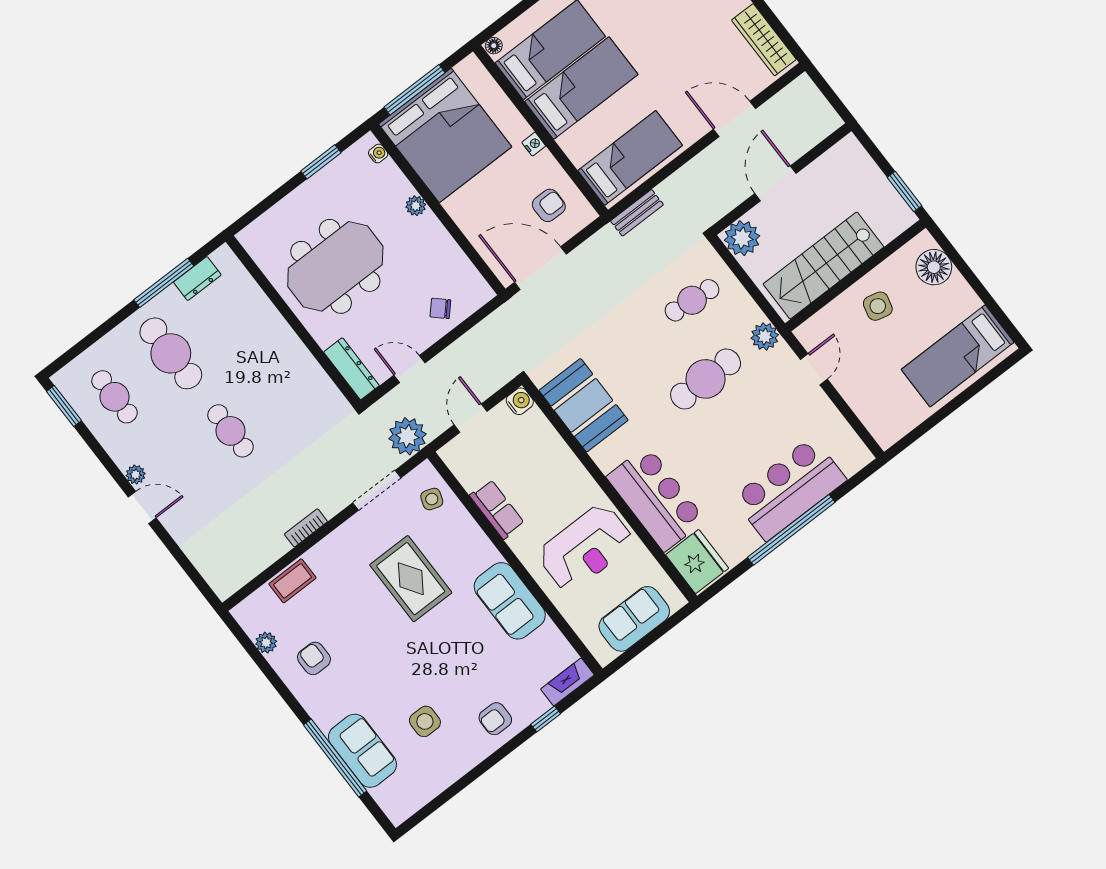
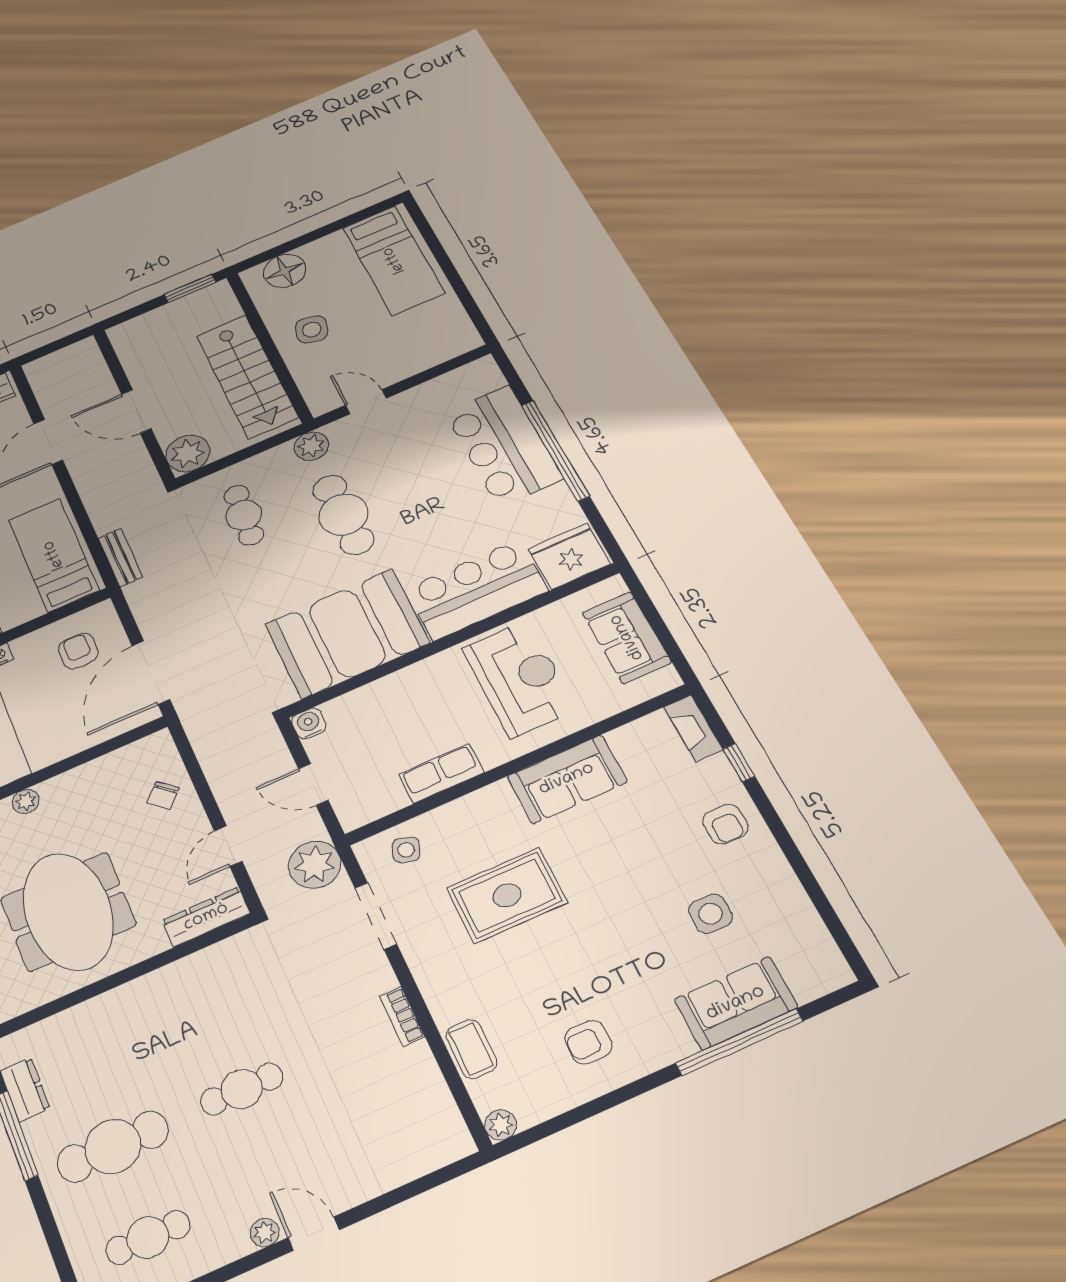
booth: (584, 405) -> (347, 633), width x1.36, depth x1.42
door: (142, 507) -> (314, 1234), hinge flipped
plant: (266, 643) -> (501, 1125), moved

